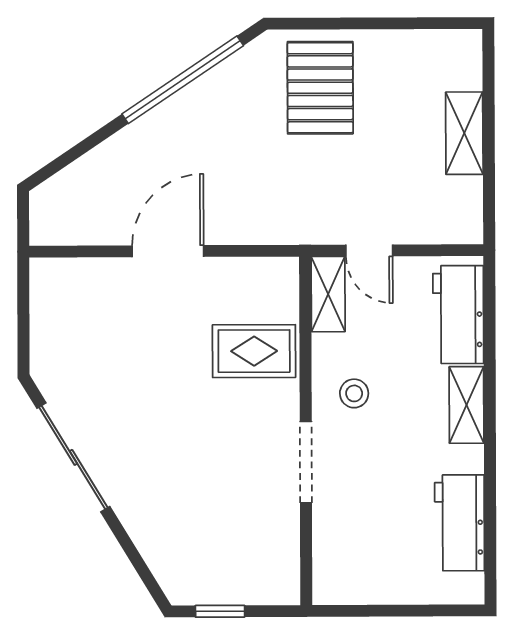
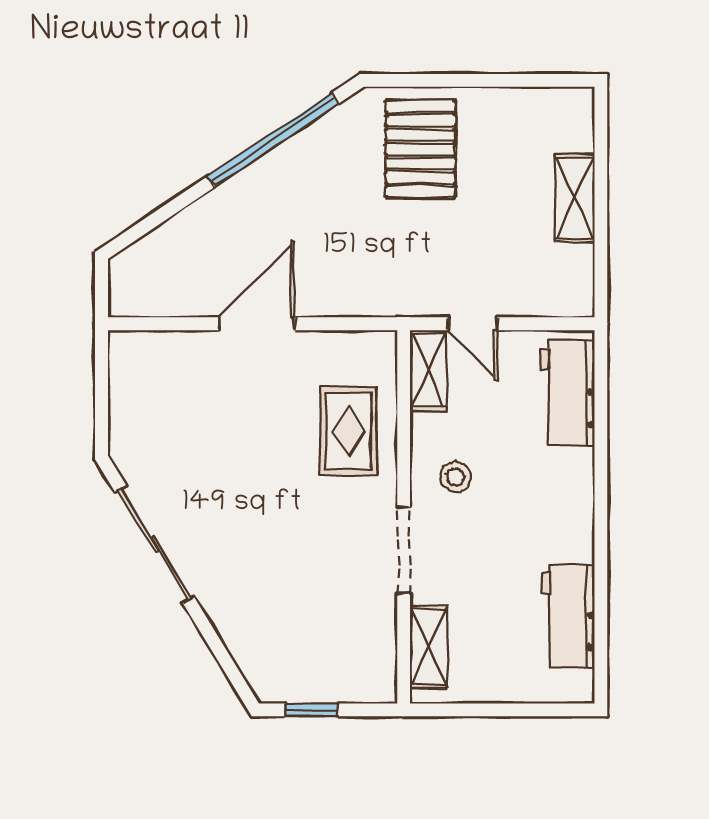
rug: (254, 351) -> (349, 431), turned 90
shelving: (467, 405) -> (428, 647), moved

